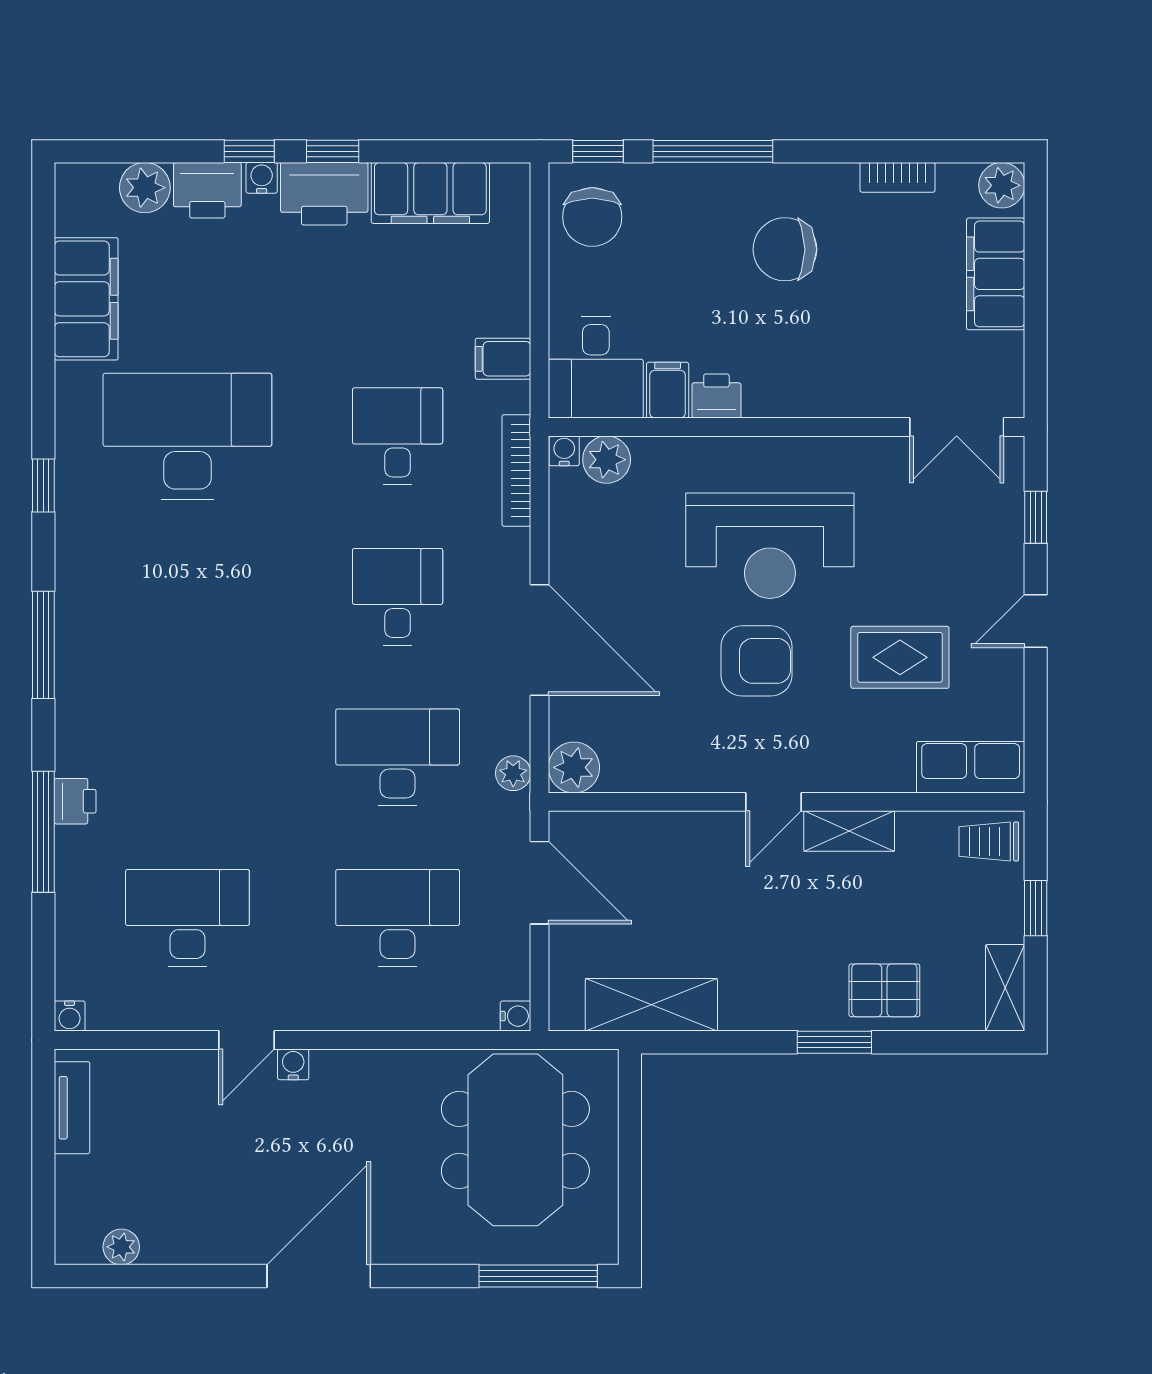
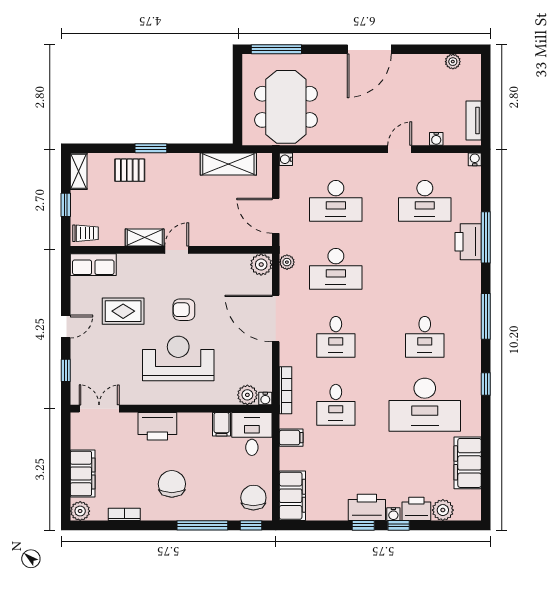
filing cabinet: (430, 193) -> (292, 496), moved, turned 90
chair: (785, 249) -> (172, 484), turned -90
printer: (716, 396) -> (157, 426), moved, width x1.87, depth x1.48
desk: (187, 597) -> (425, 337), added
armchair: (756, 661) -> (184, 310), width x0.72, depth x0.72
printer: (75, 801) -> (468, 242), width x1.87, depth x1.48
water cooler: (293, 1064) -> (436, 139), moved

